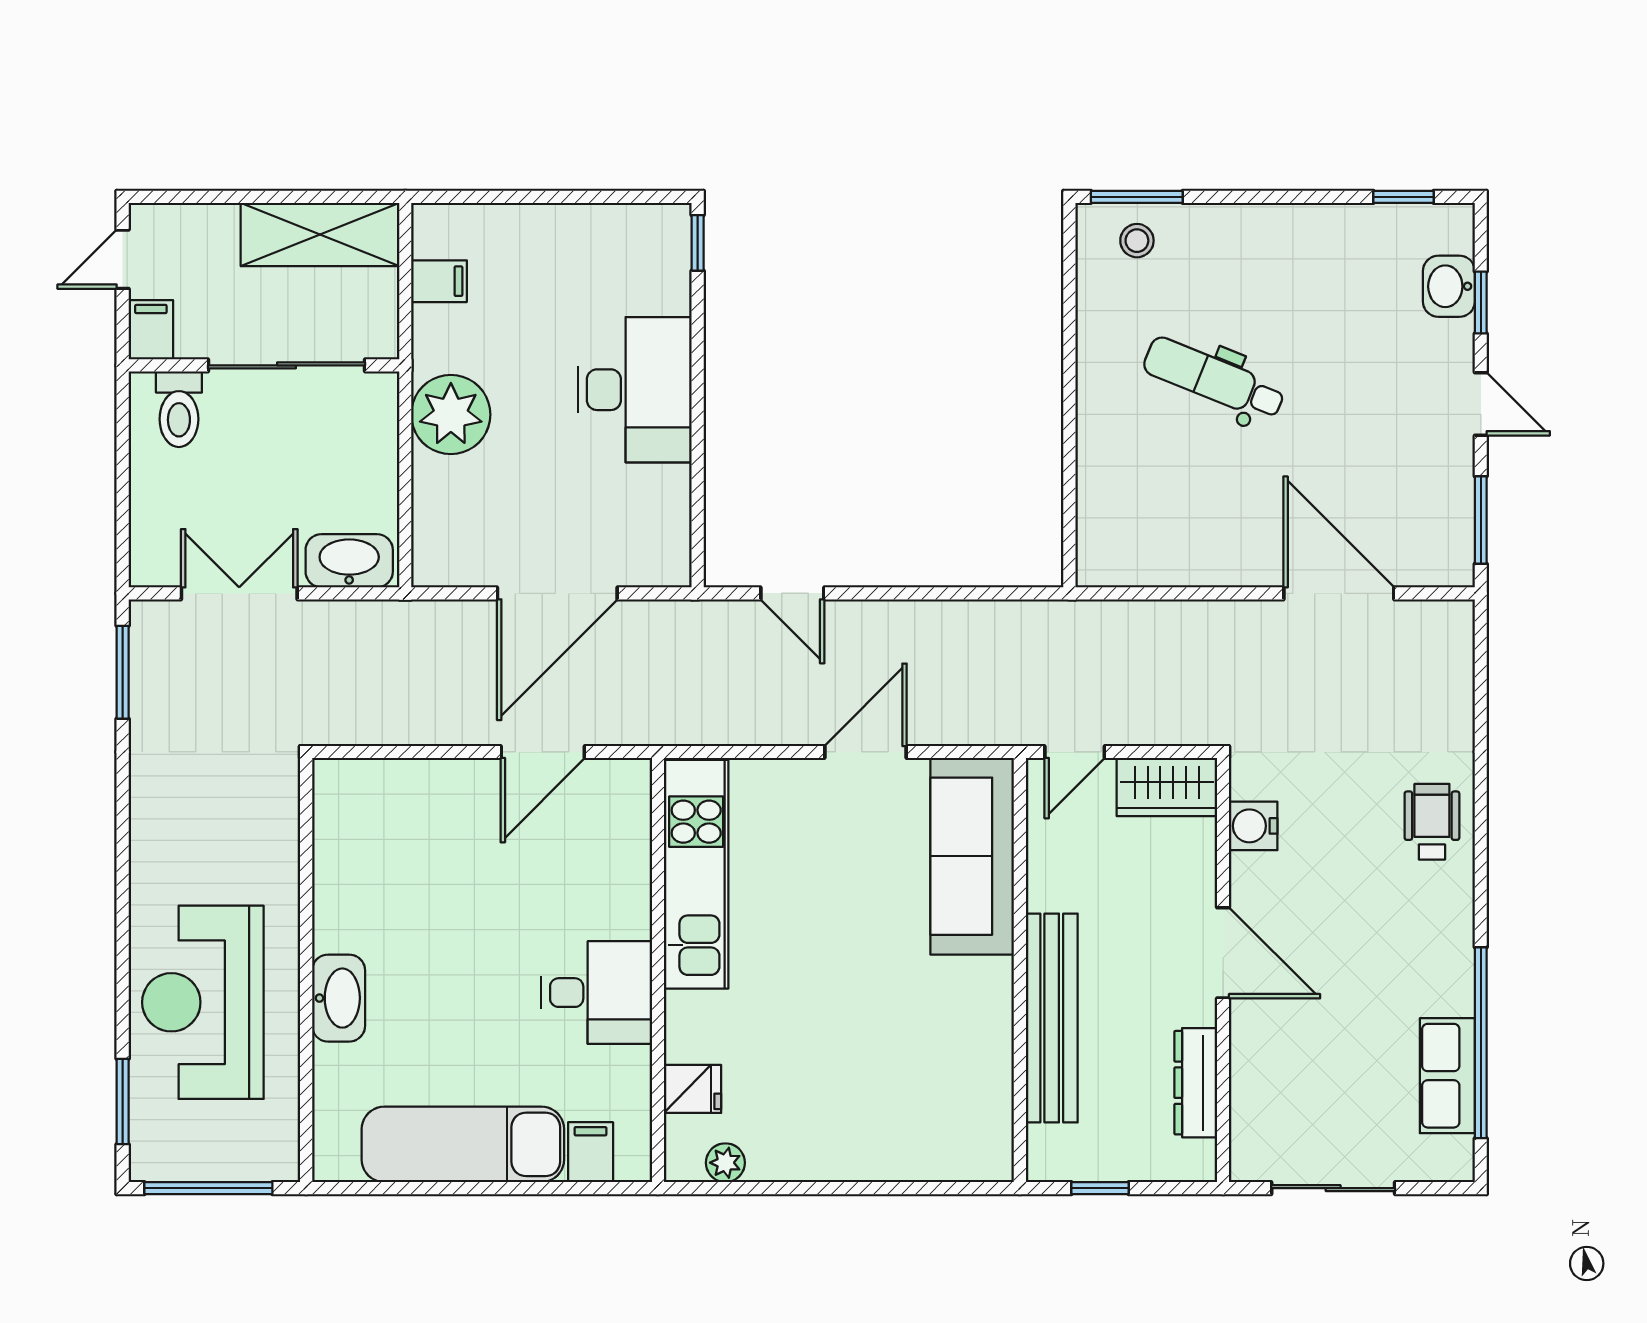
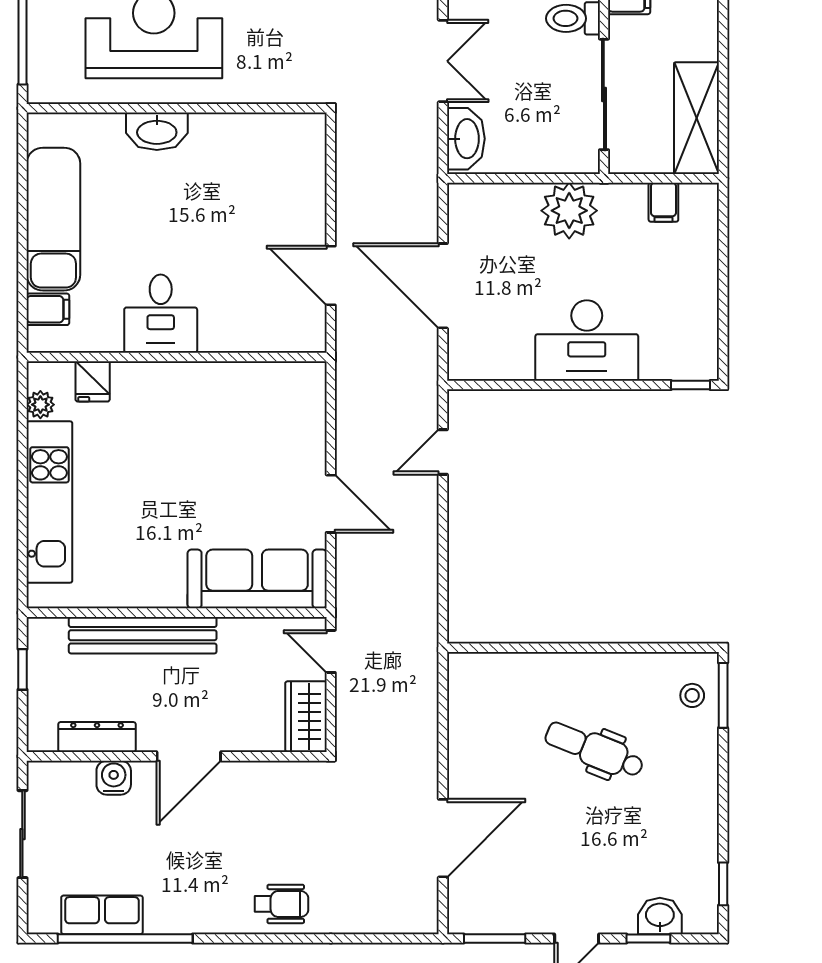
dental chair: (1214, 379) -> (594, 750), turned -90
water cooler: (1253, 826) -> (114, 778), moved
kitchen unit: (696, 874) -> (49, 502), moved, turned -90

